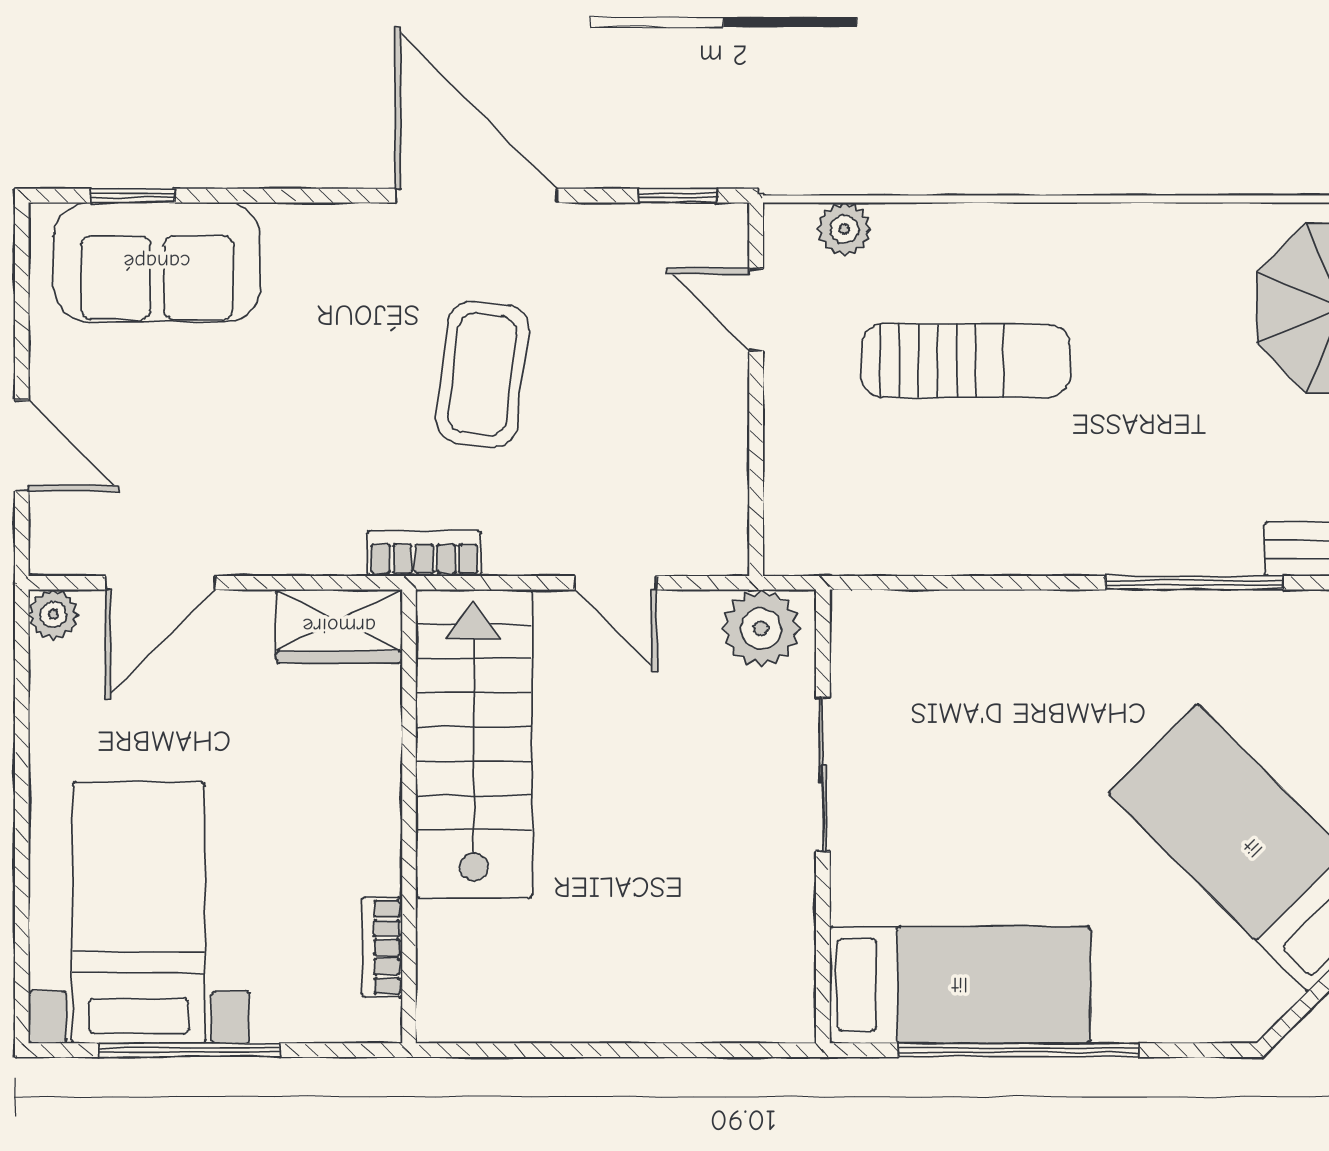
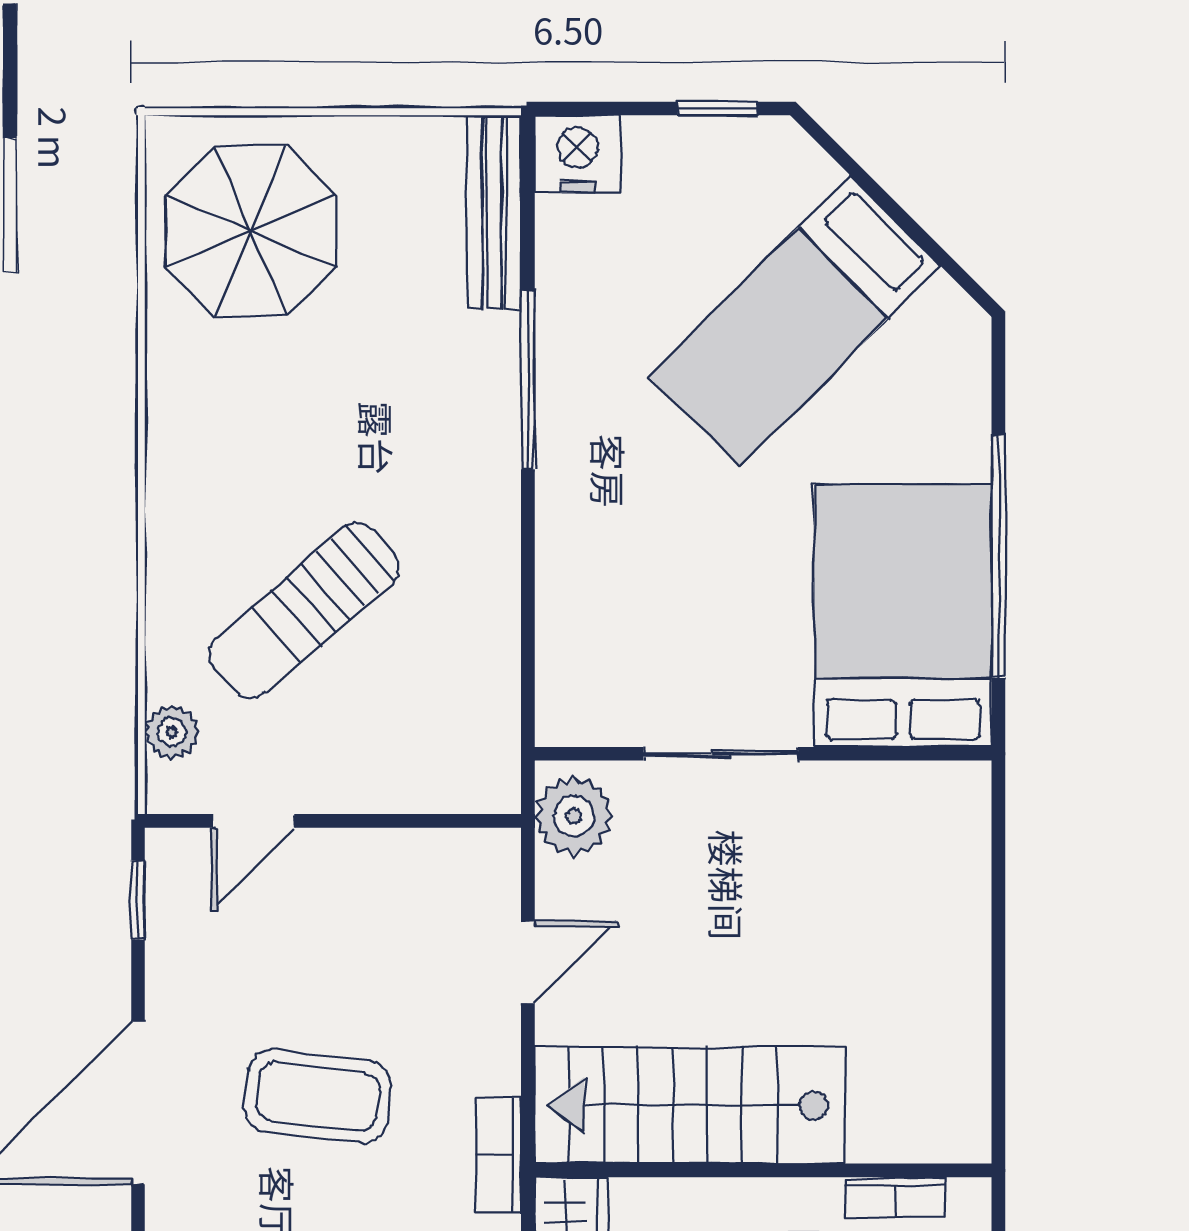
sun lounger: (965, 361) -> (304, 610), turned -131
bed: (960, 985) -> (903, 616), width x1.50

